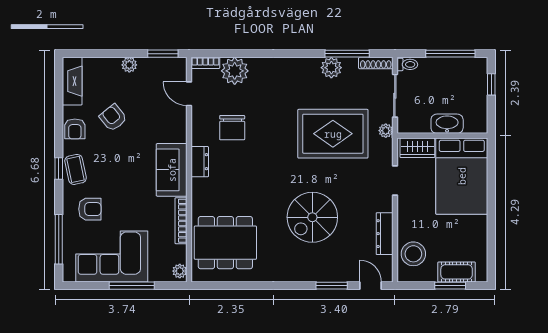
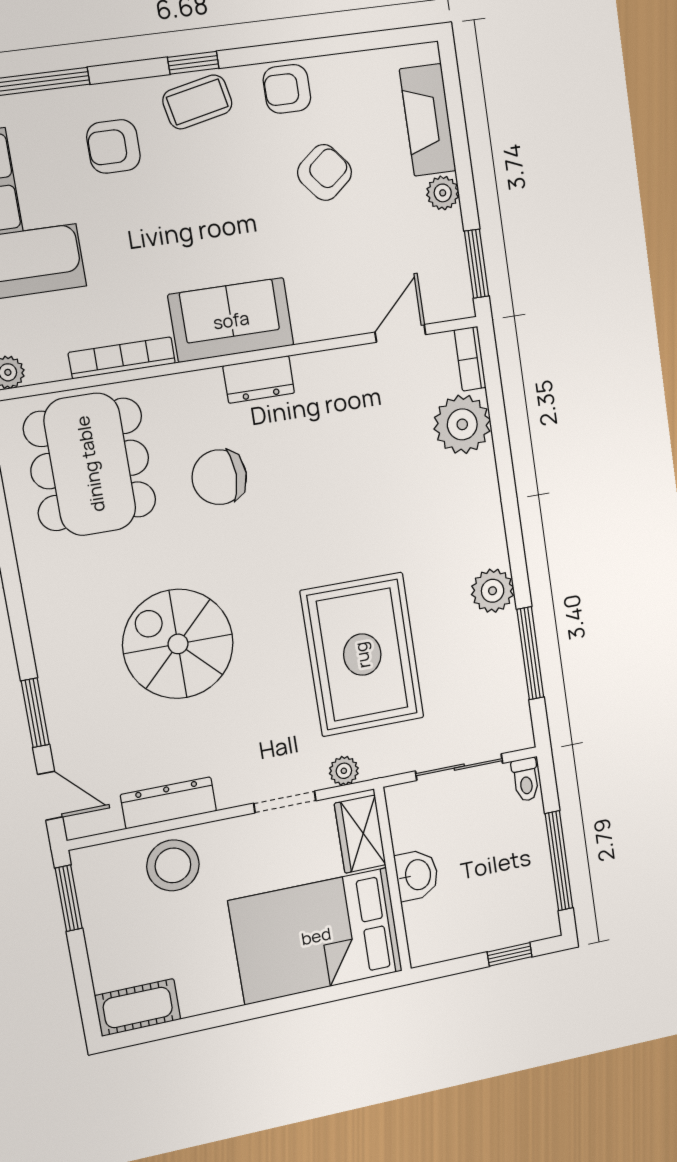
shoe rack: (376, 63) -> (520, 715), removed
plant: (331, 68) -> (493, 591), moved
fireplace: (72, 81) -> (428, 120), moved, turned 90
washbasin: (447, 124) -> (417, 875), width x0.72
chair: (232, 128) -> (219, 477), moved
plant: (386, 131) -> (344, 771), moved
armchair: (90, 209) -> (113, 146), turned 90
stool: (413, 254) -> (173, 865), moved
cot: (457, 272) -> (138, 1007), moved, turned 90
door: (371, 286) -> (50, 796), hinge flipped
window: (450, 286) -> (69, 898), moved

